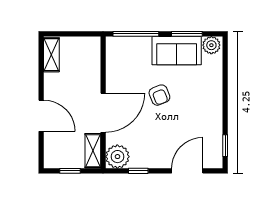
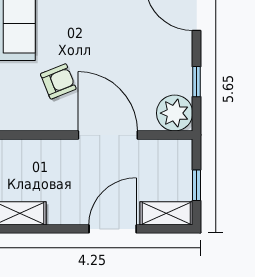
armchair: (159, 95) -> (58, 81), moved
shelving: (93, 151) -> (166, 213), moved

